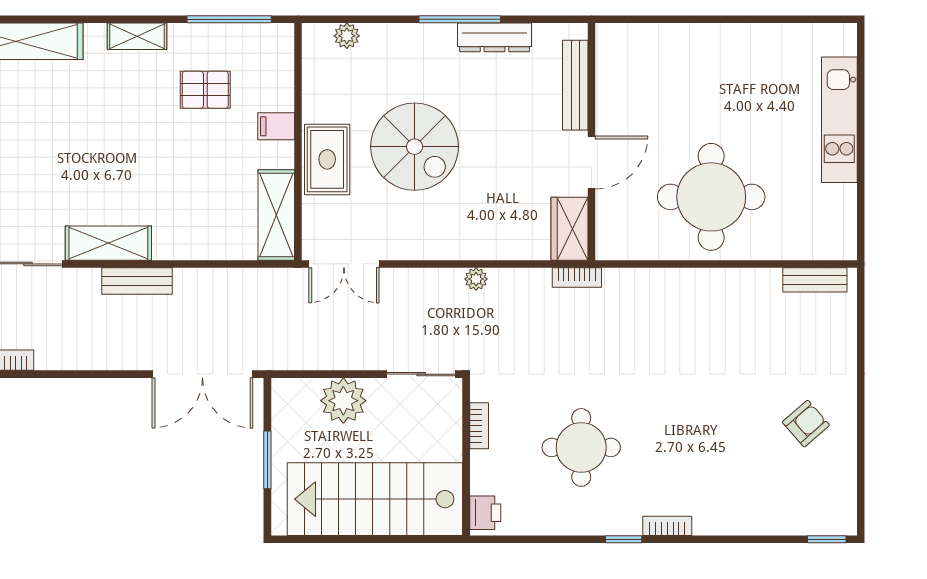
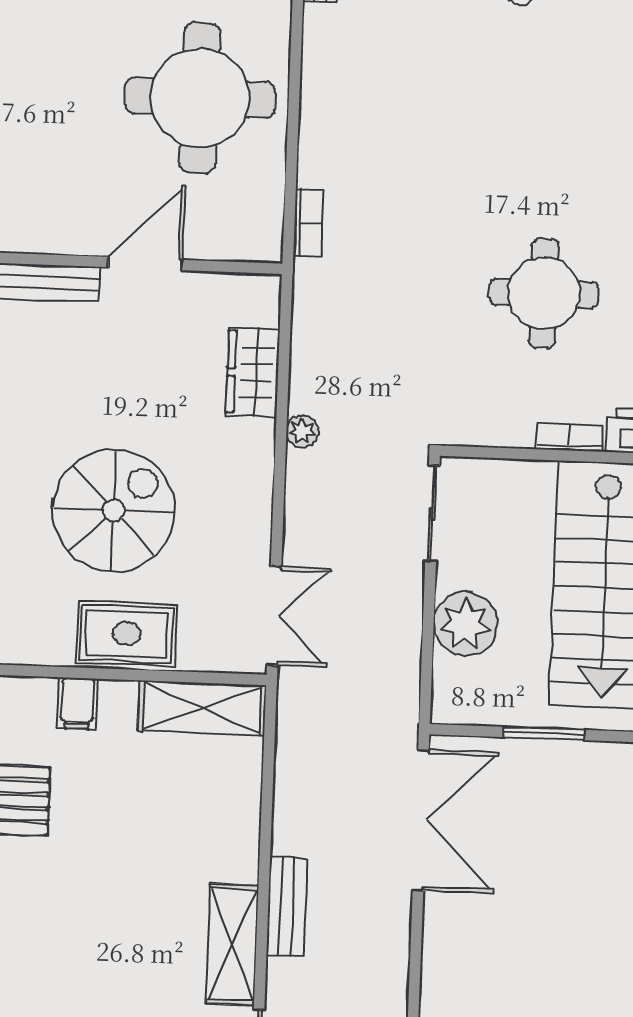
door: (592, 163) -> (145, 263), hinge flipped
wardrobe: (570, 229) -> (253, 373), moved, turned 90
bookcase: (577, 277) -> (308, 222), moved
bookcase: (479, 426) -> (570, 438), moved

